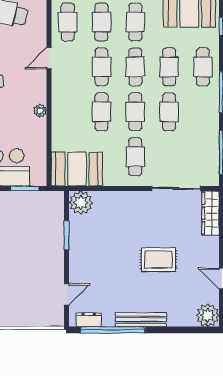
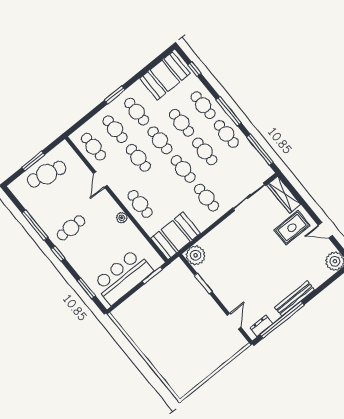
cafe table: (101, 112) -> (140, 204), moved
cafe table: (203, 112) -> (226, 134), added
rug: (158, 260) -> (292, 228), moved

